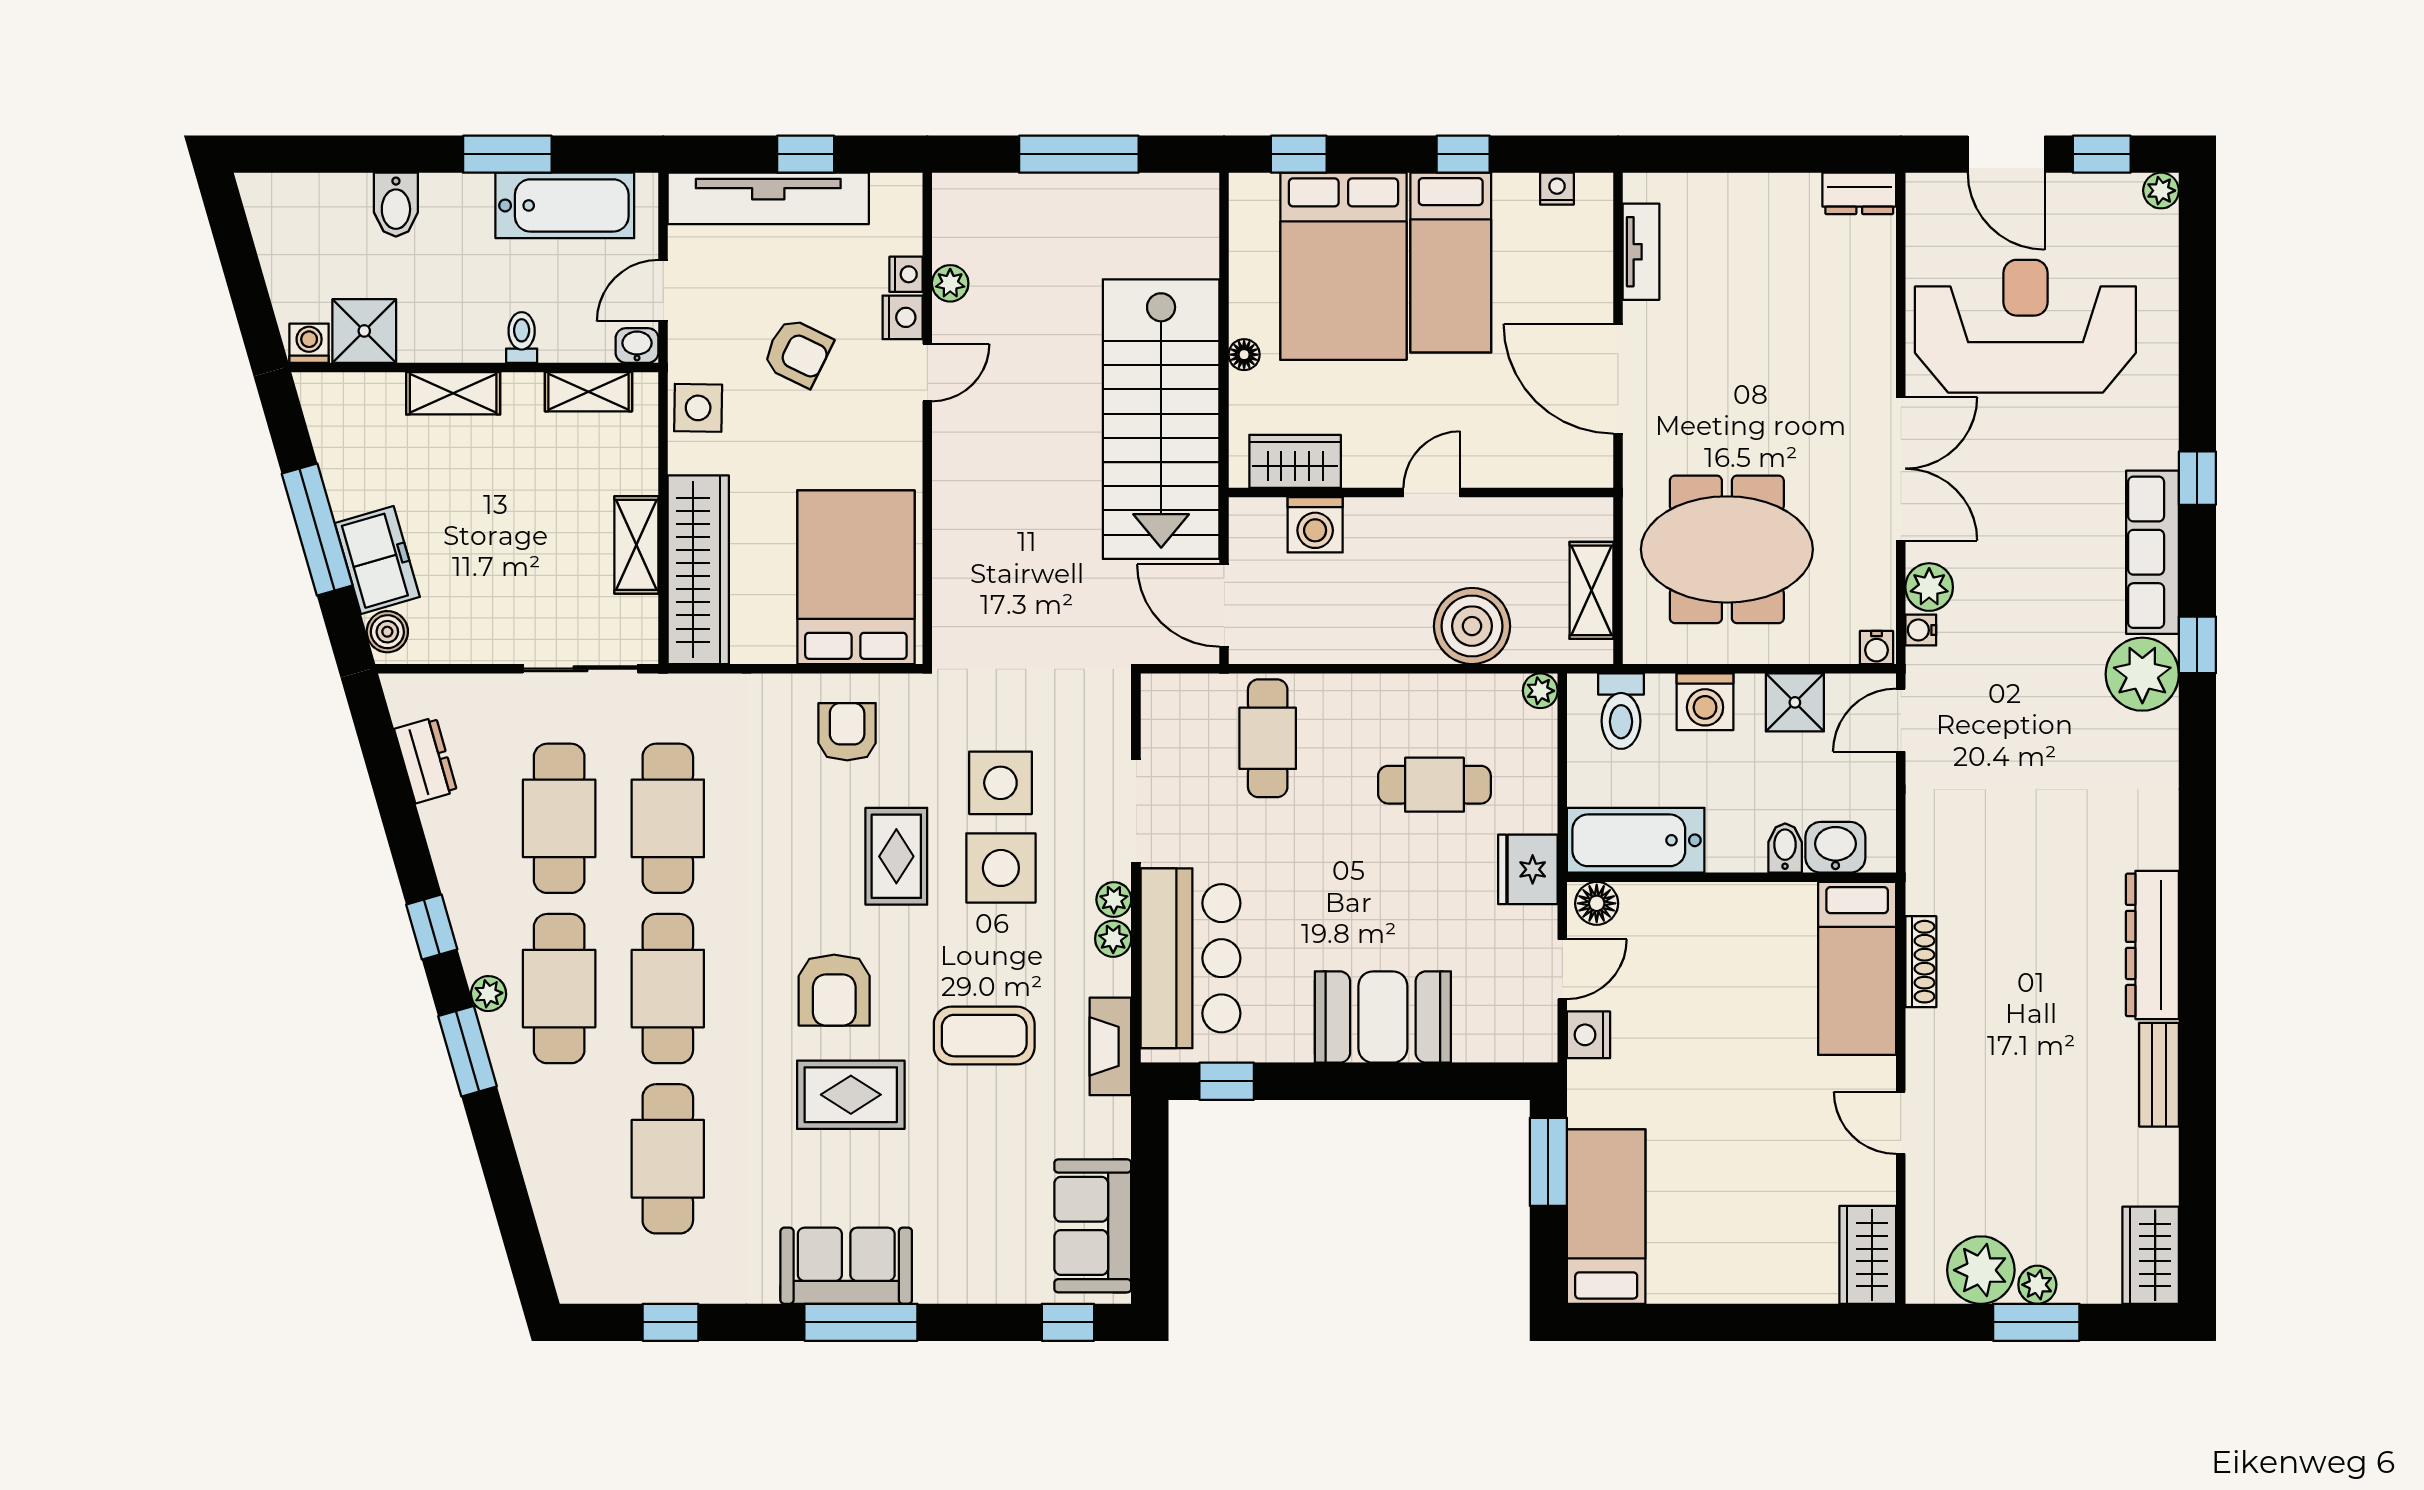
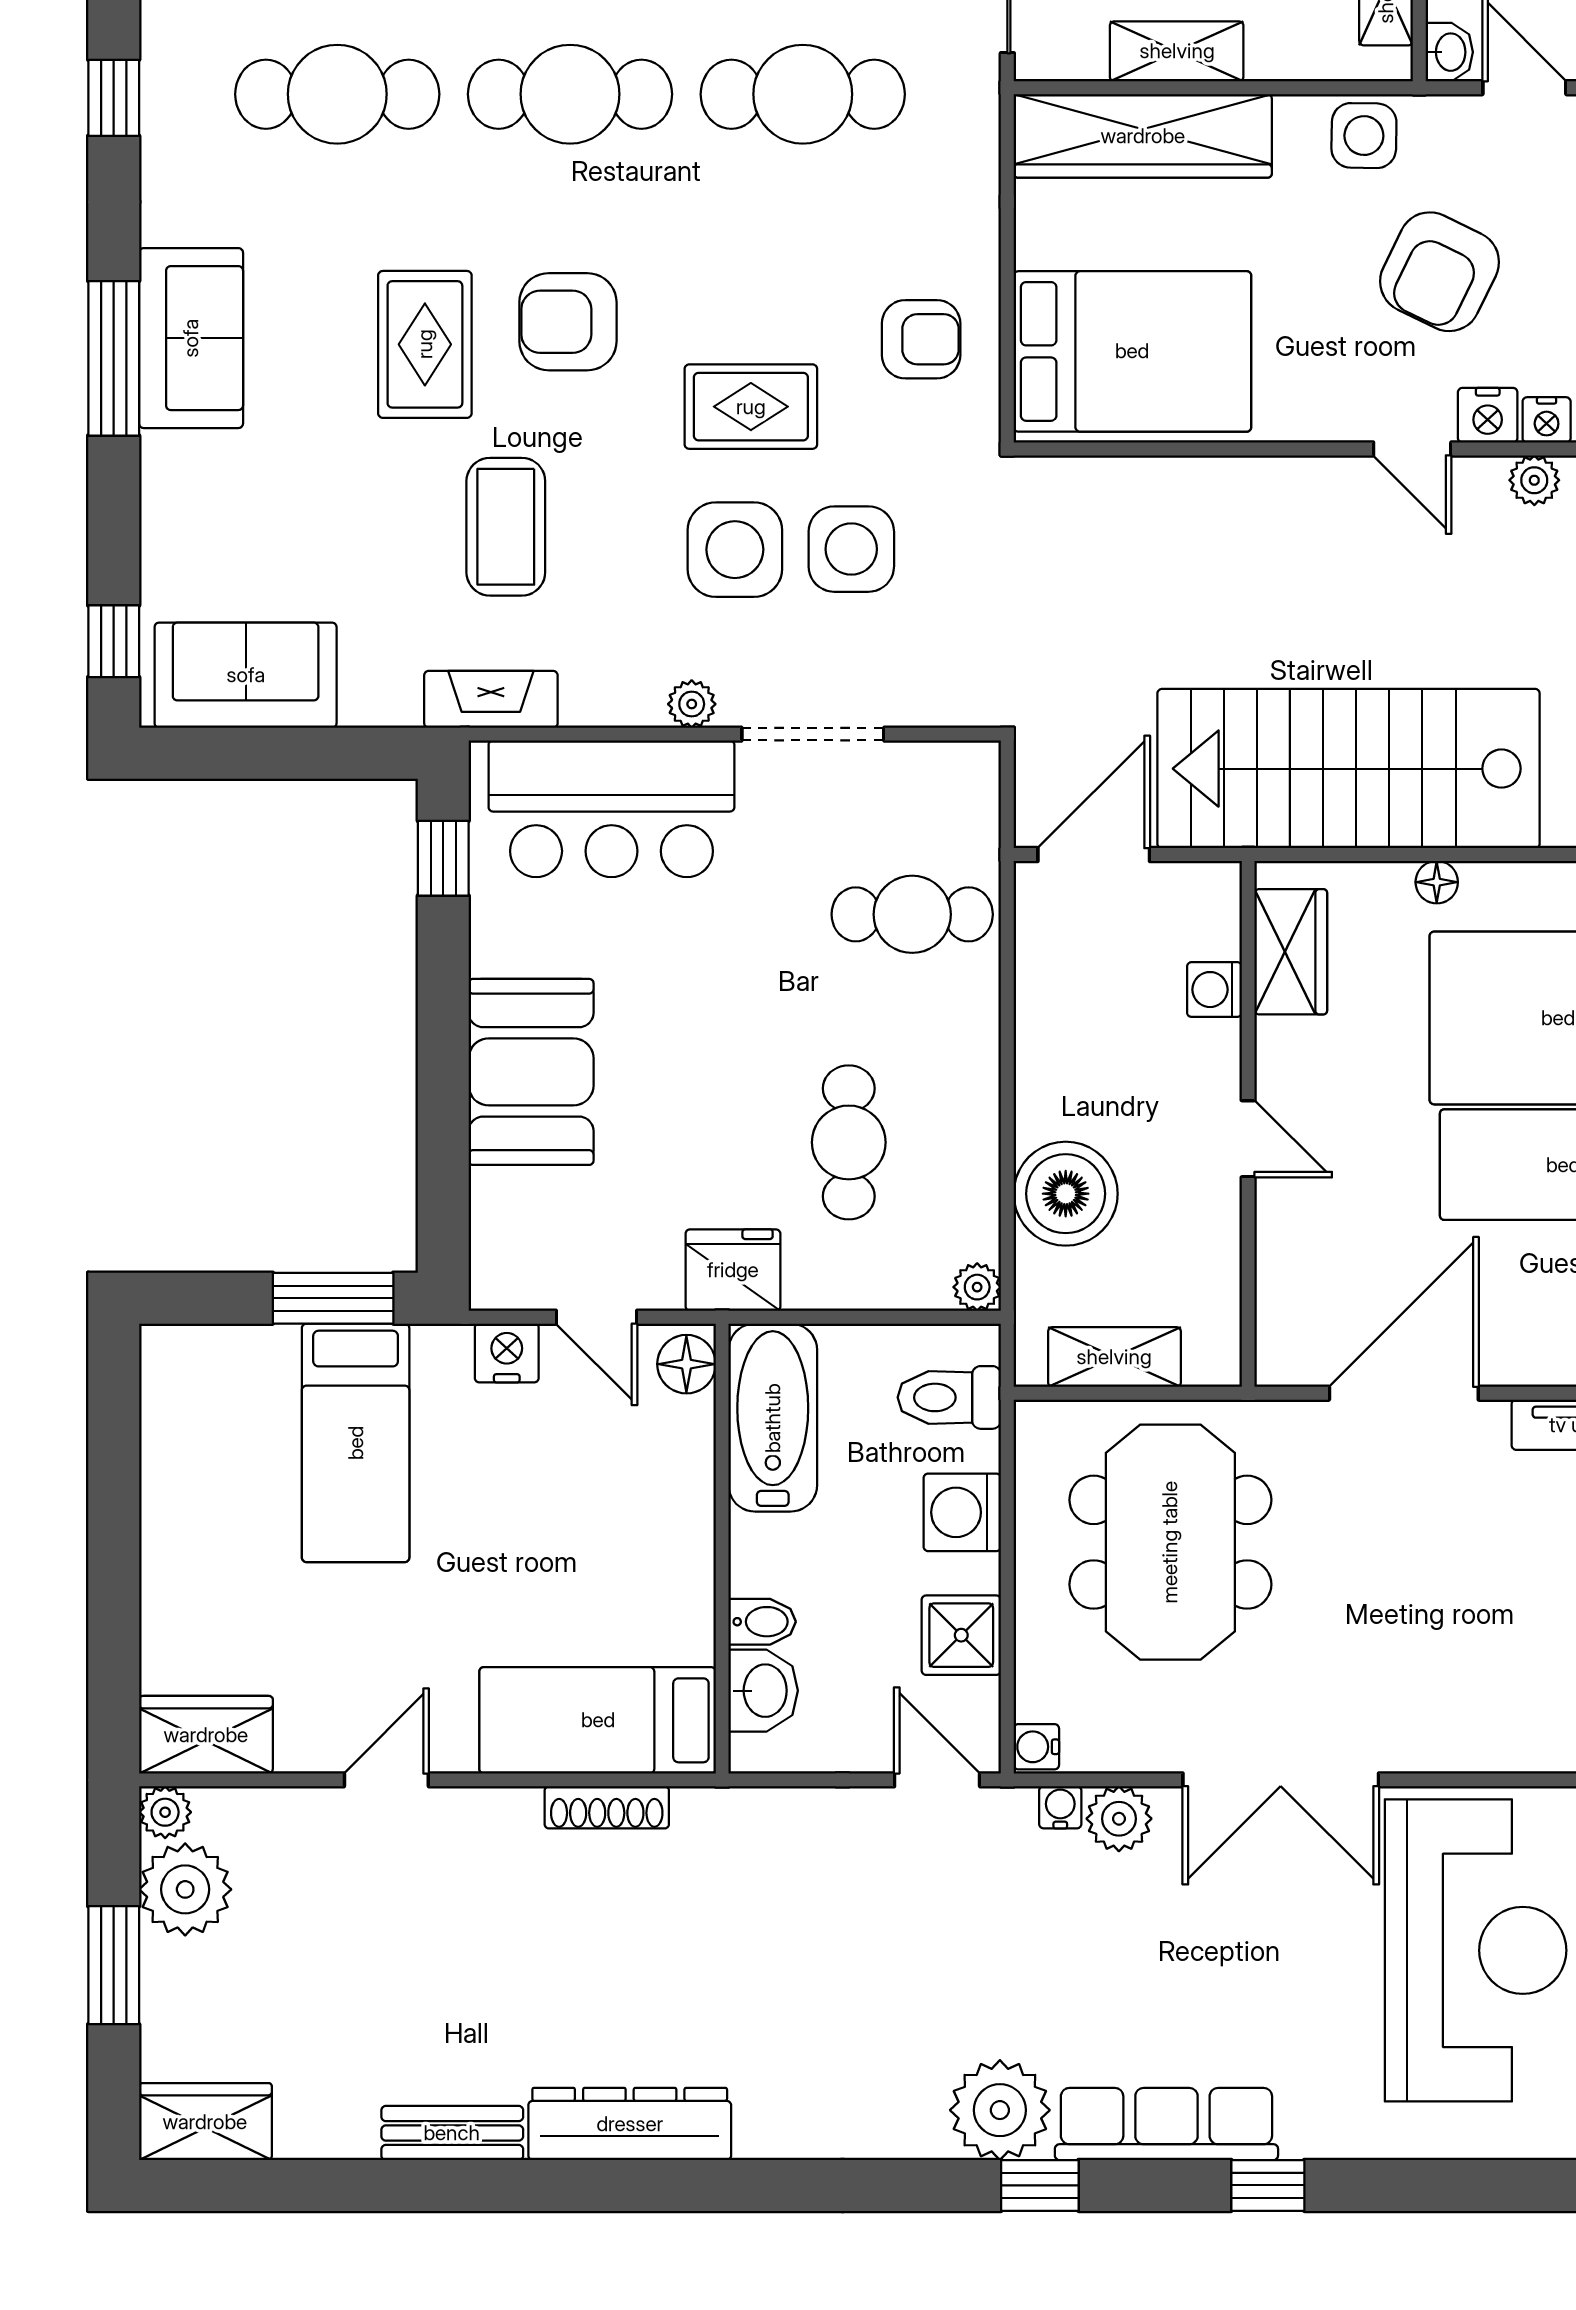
armchair: (798, 353) -> (1440, 272), width x1.38, depth x1.38
washing machine: (1315, 525) -> (1214, 990), width x0.73, depth x0.73
plant: (1113, 939) -> (638, 703), removed
bed: (1606, 1217) -> (356, 1443), moved, turned 90
plant: (2037, 1285) -> (165, 1812), moved

